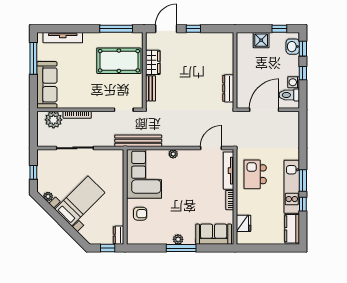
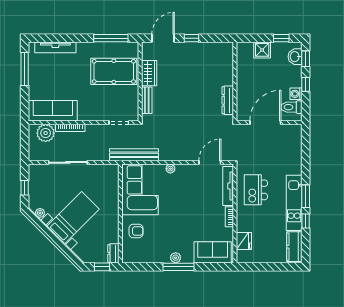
sofa: (47, 85) -> (53, 111), moved, turned -90

